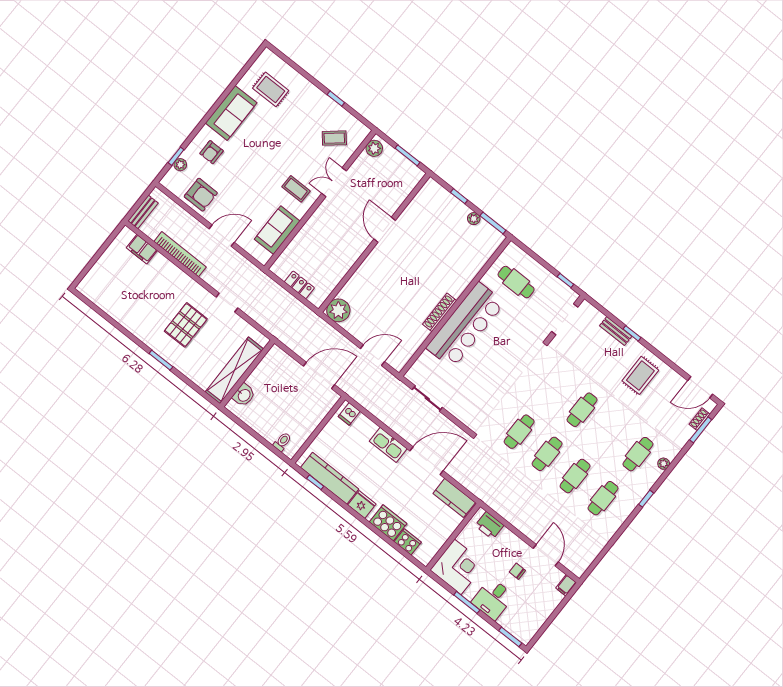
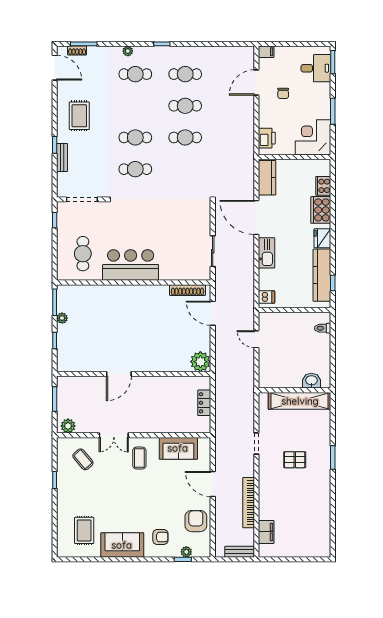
shoe rack: (440, 312) -> (188, 290), moved
pallet: (186, 325) -> (295, 460), width x0.67, depth x0.71
bar counter: (466, 325) -> (131, 265), width x0.73
door: (319, 375) -> (256, 339), width x0.53
rug: (640, 375) -> (79, 116), turned 90
cafe table: (519, 432) -> (135, 169), moved
desk: (493, 599) -> (316, 68), moved

